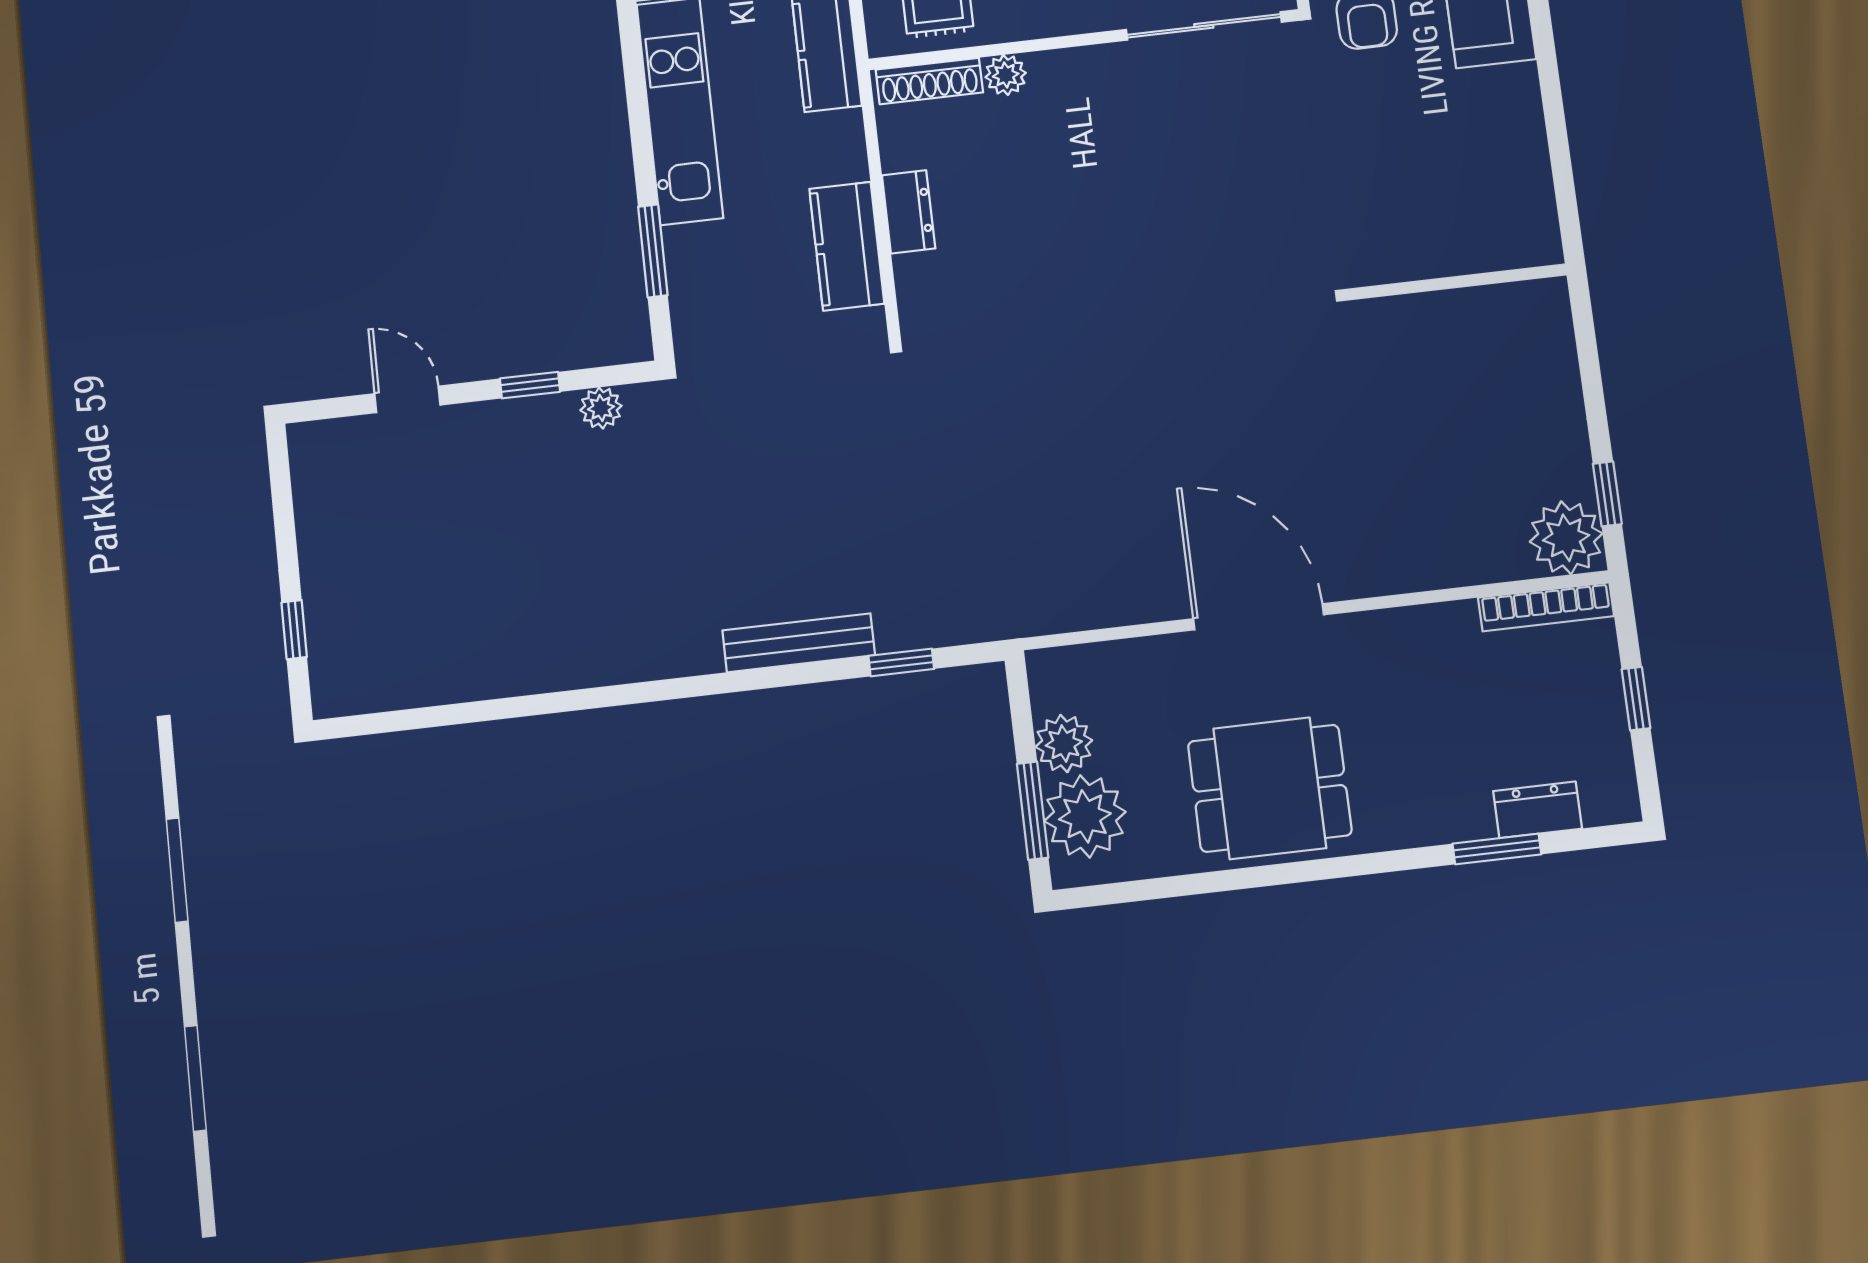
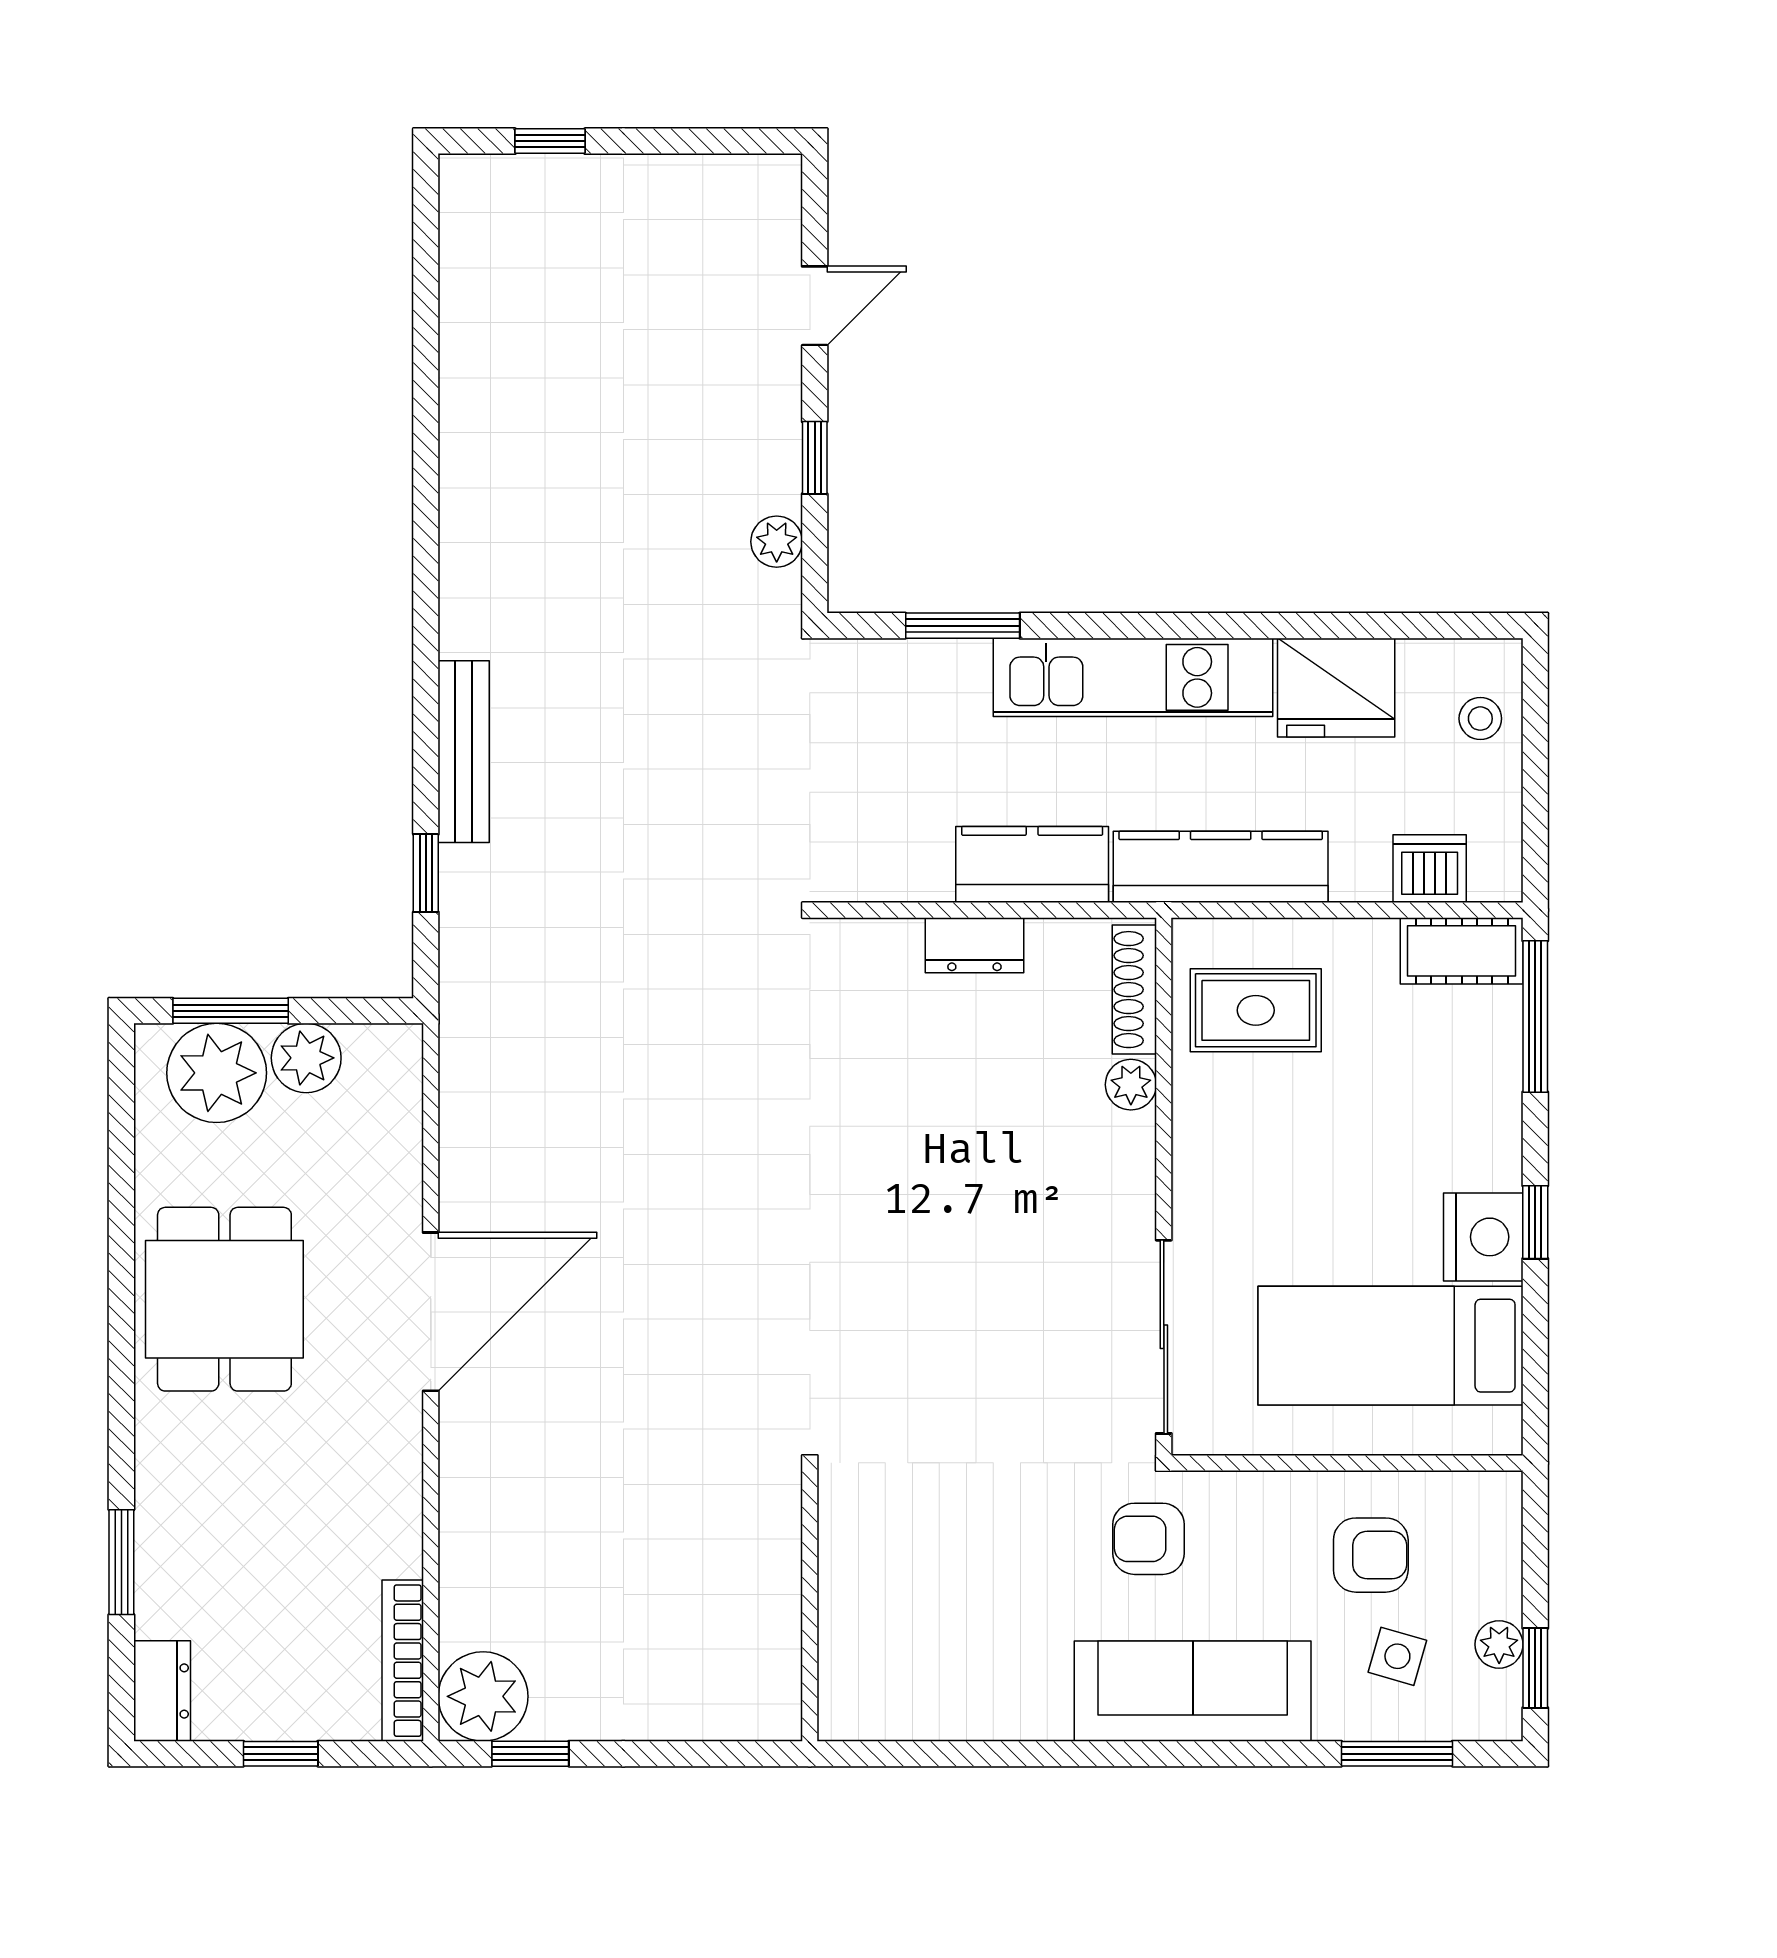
kitchen counter: (847, 246) -> (1032, 864), moved
dresser: (1538, 810) -> (162, 1691), moved

